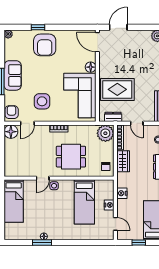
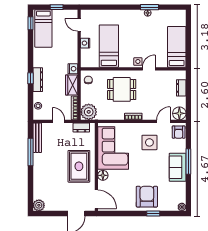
rug: (117, 89) -> (79, 166), moved, turned 90
dresser: (9, 158) -> (181, 88), added
nightstand: (122, 193) -> (73, 69), moved

